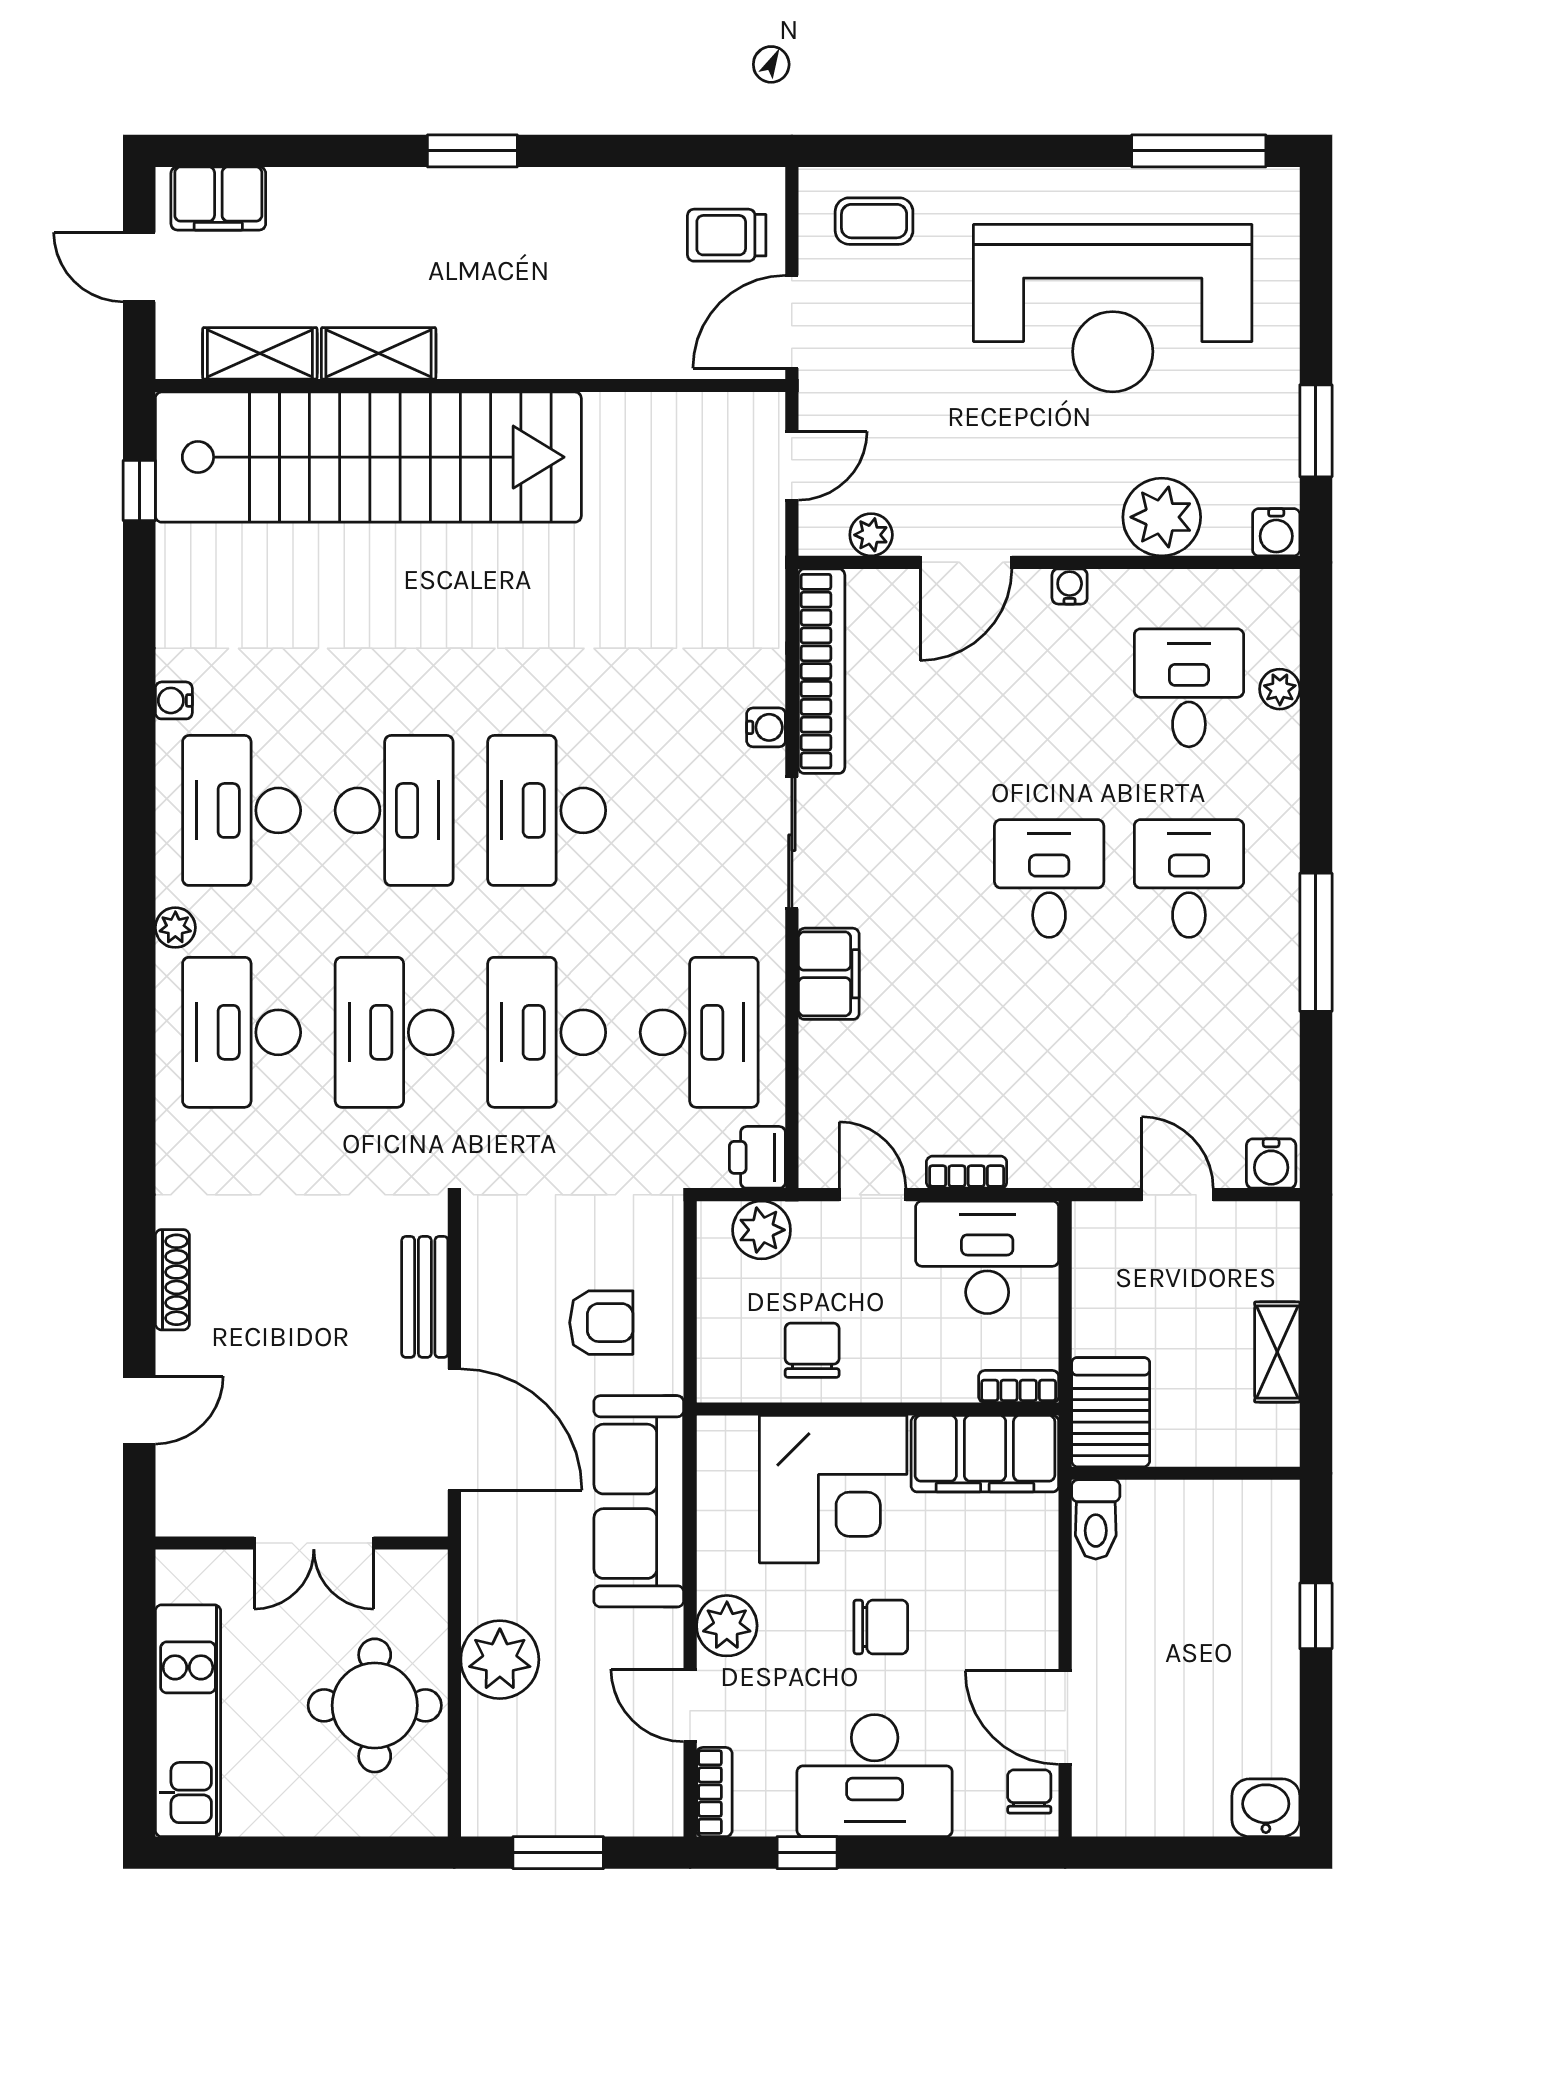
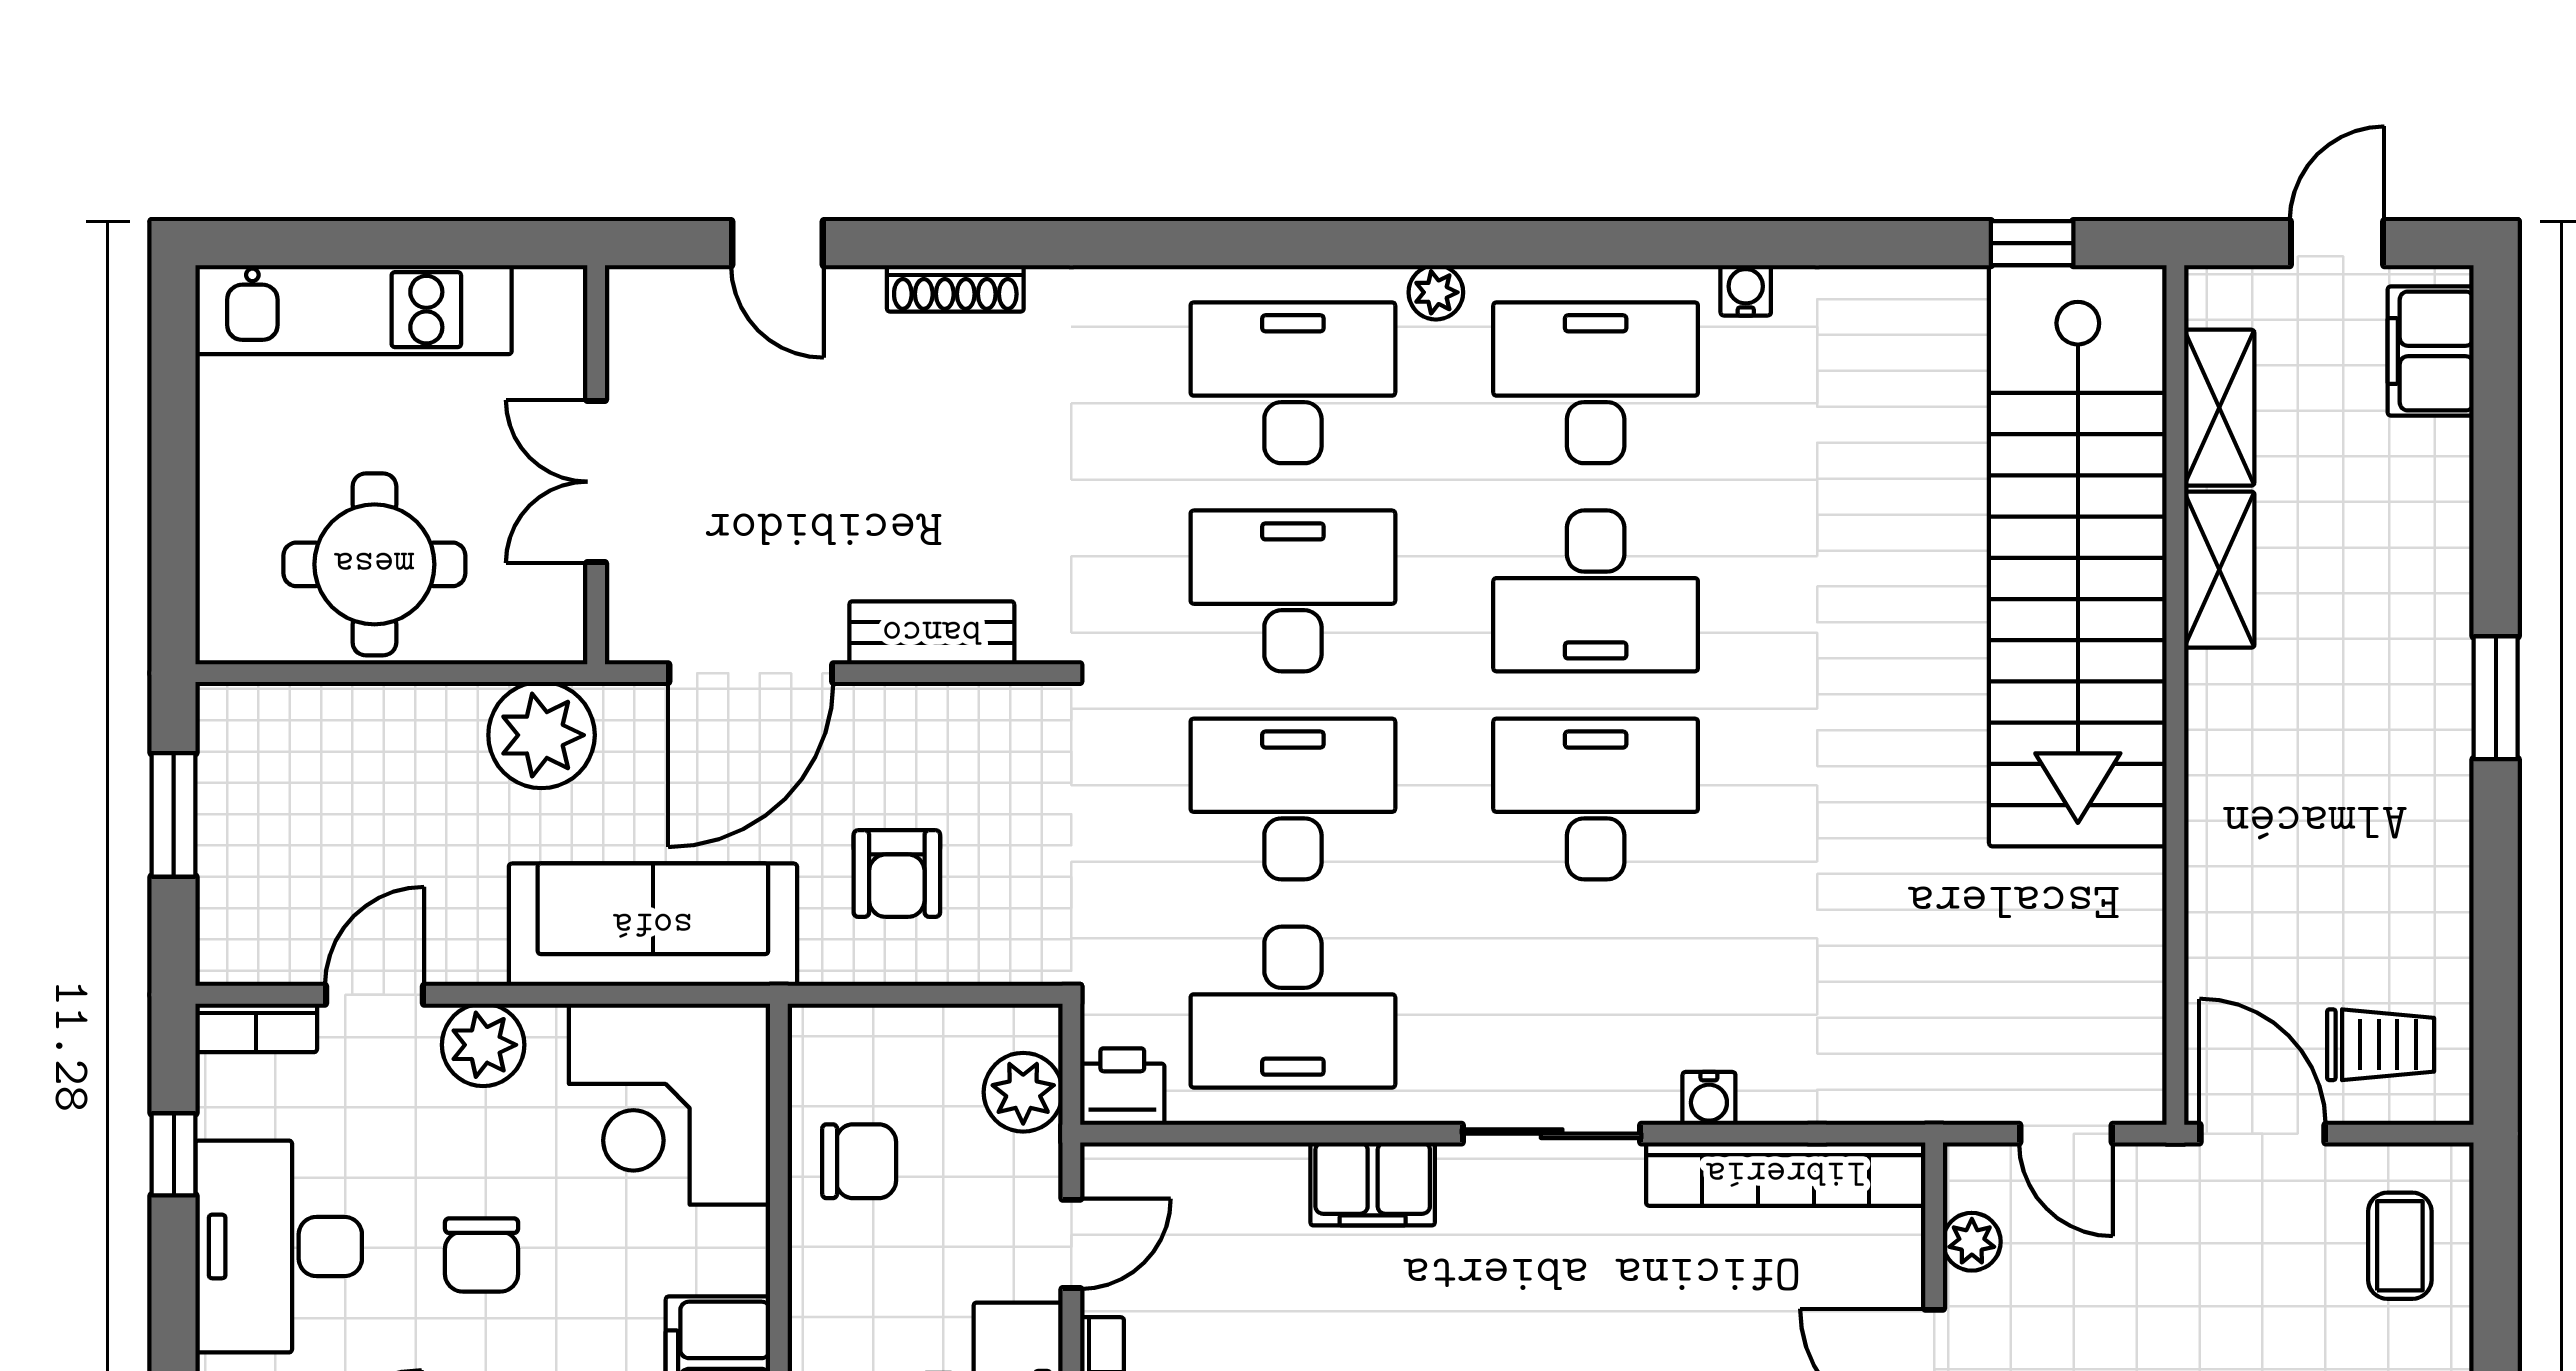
trolley: (727, 235) -> (2381, 1045), turned 90
corner desk: (833, 1489) -> (670, 1104), moved
plant: (500, 1660) -> (542, 735), moved

